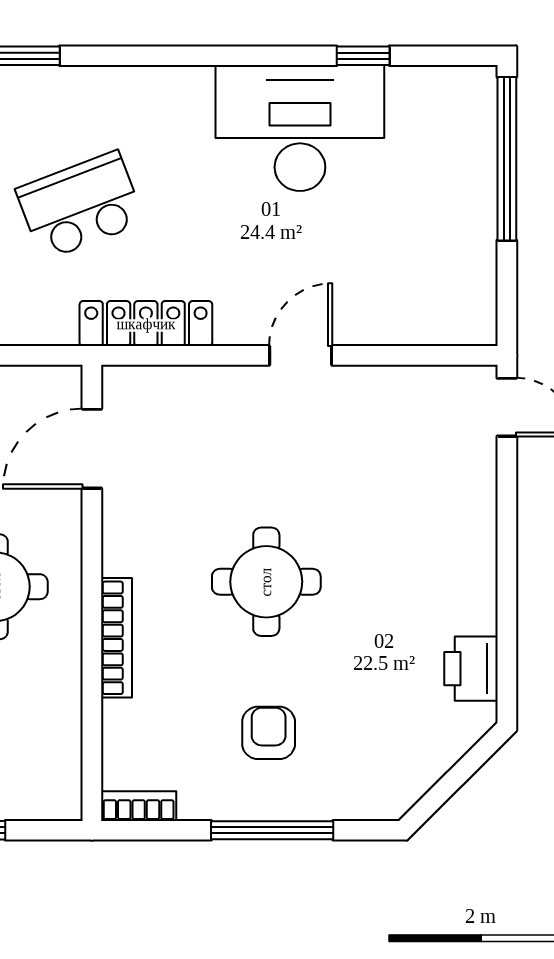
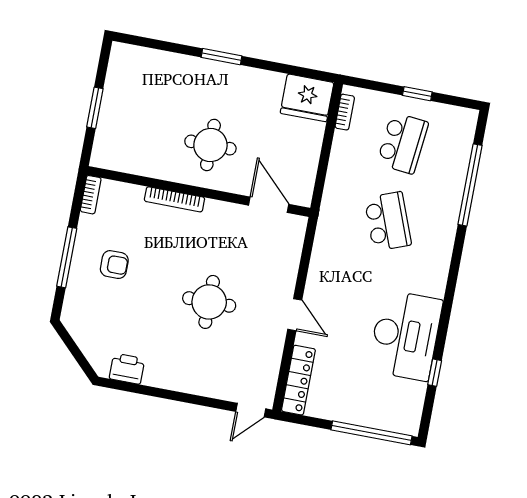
locker: (146, 324) -> (298, 380), moved
round table: (266, 582) -> (209, 302), moved

